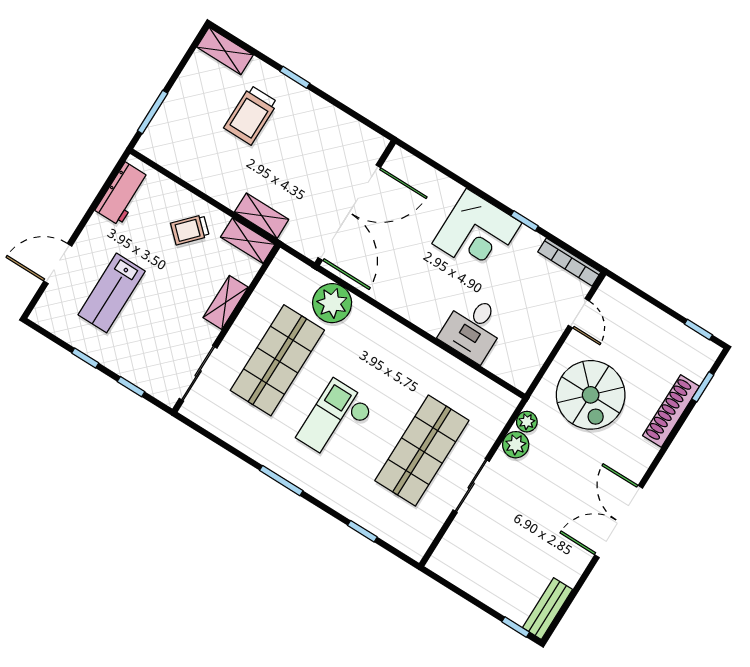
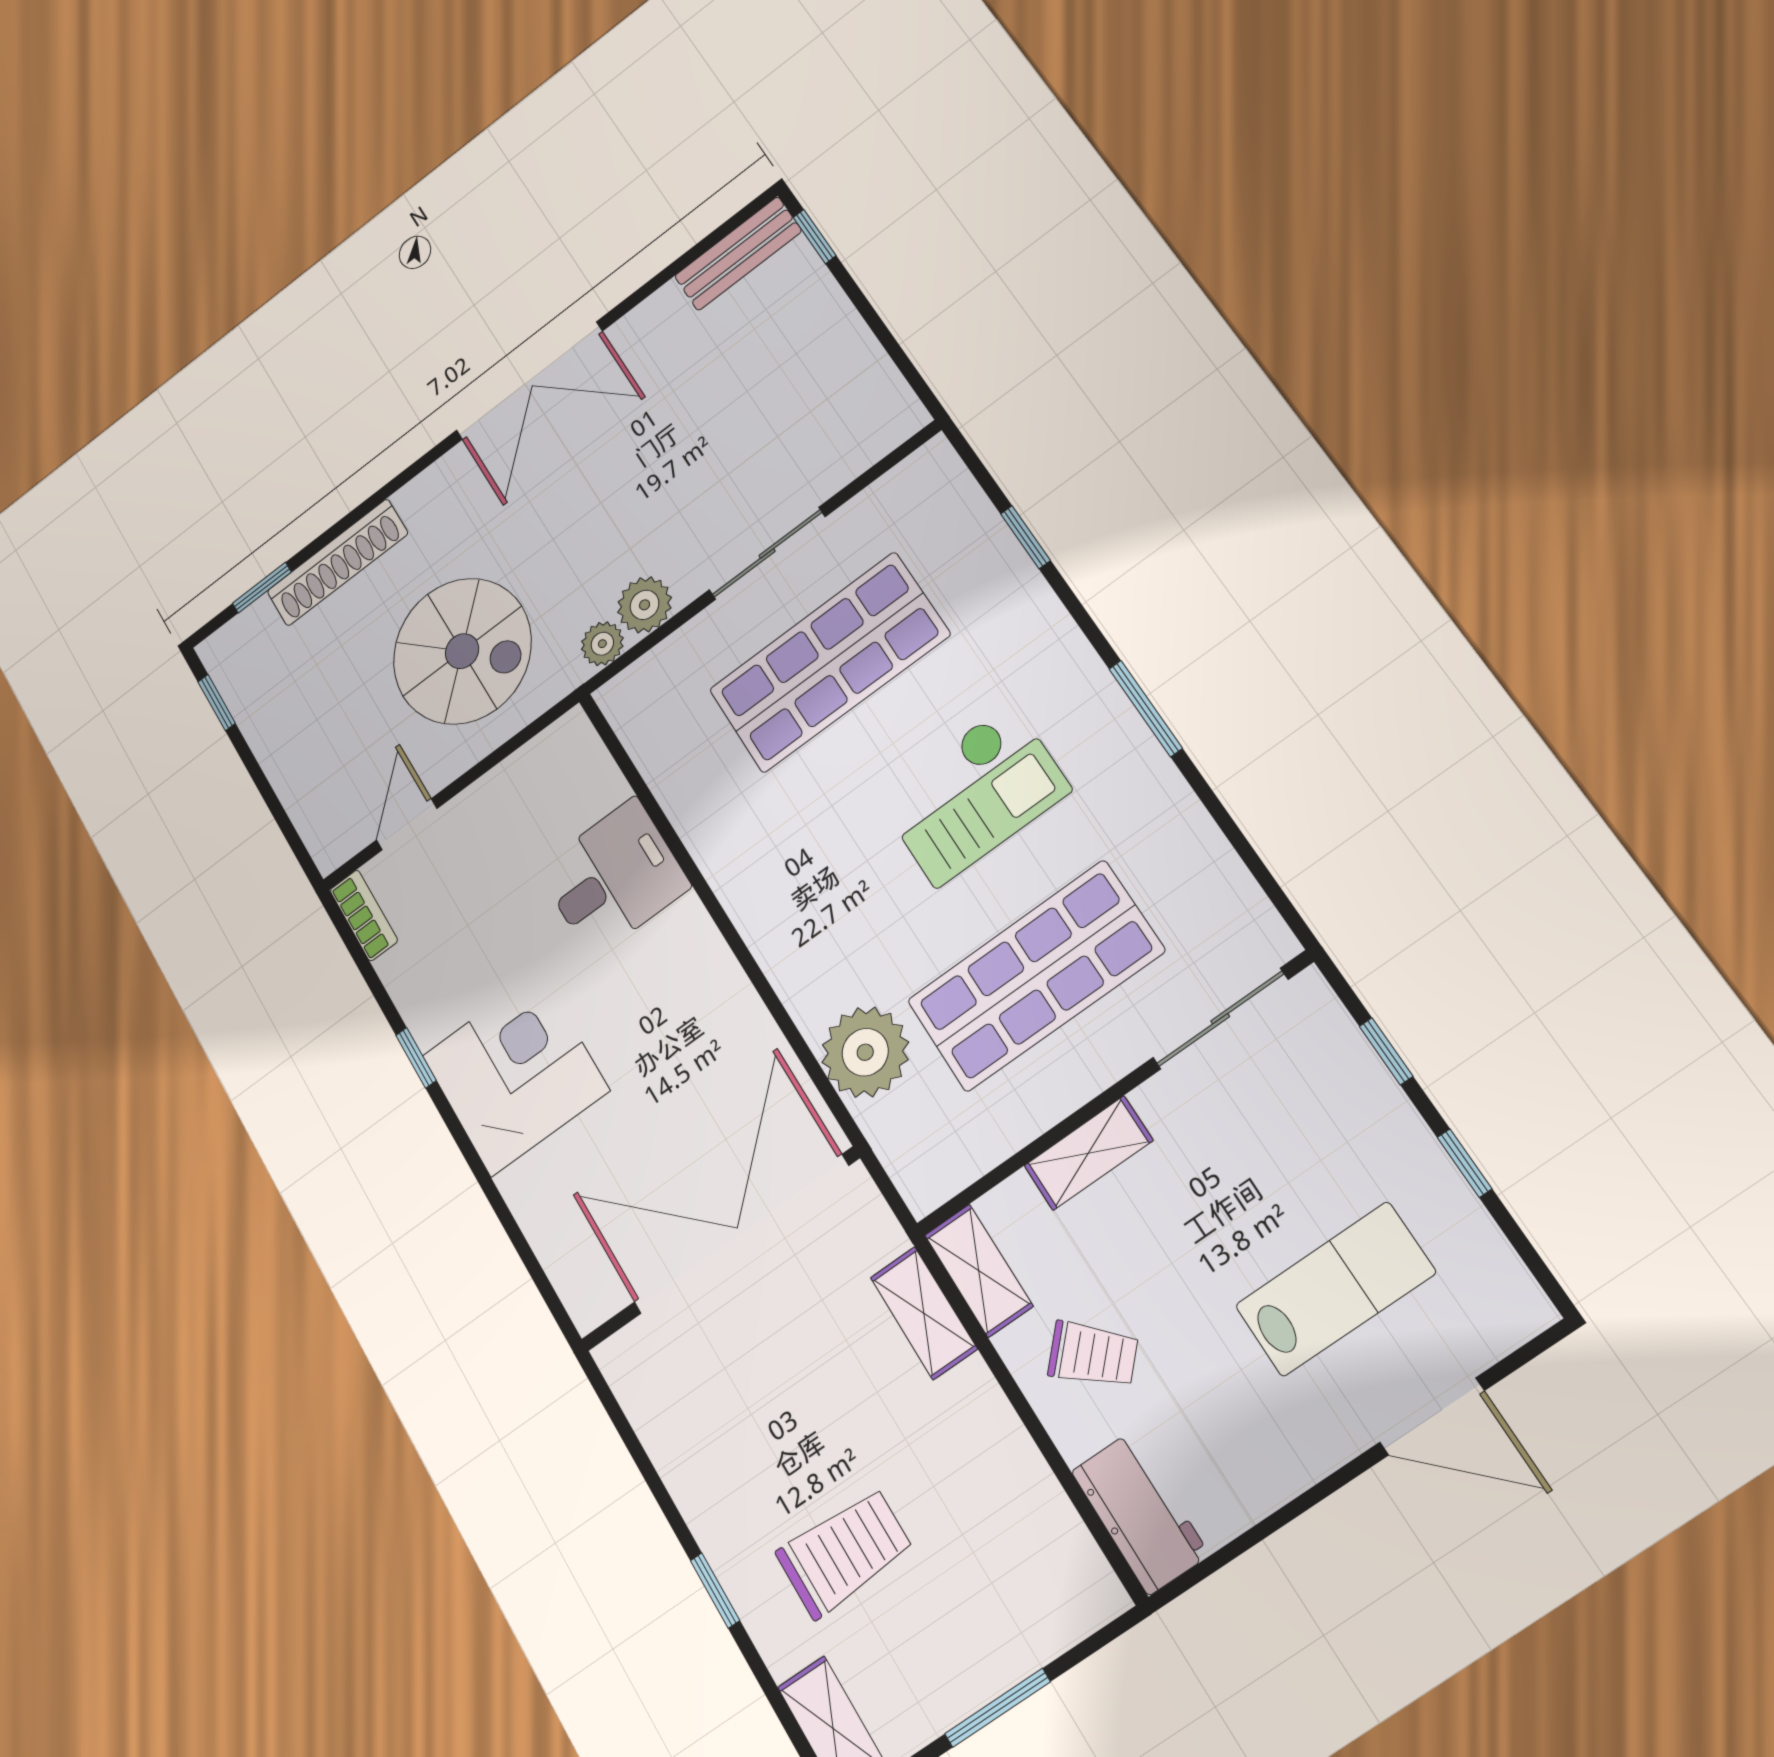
window: (153, 112) -> (997, 1708), moved
workbench: (122, 194) -> (1140, 1513), moved, turned 90
bookcase: (569, 262) -> (364, 915), width x0.64
spiral stairs: (591, 395) -> (462, 651), turned 90

